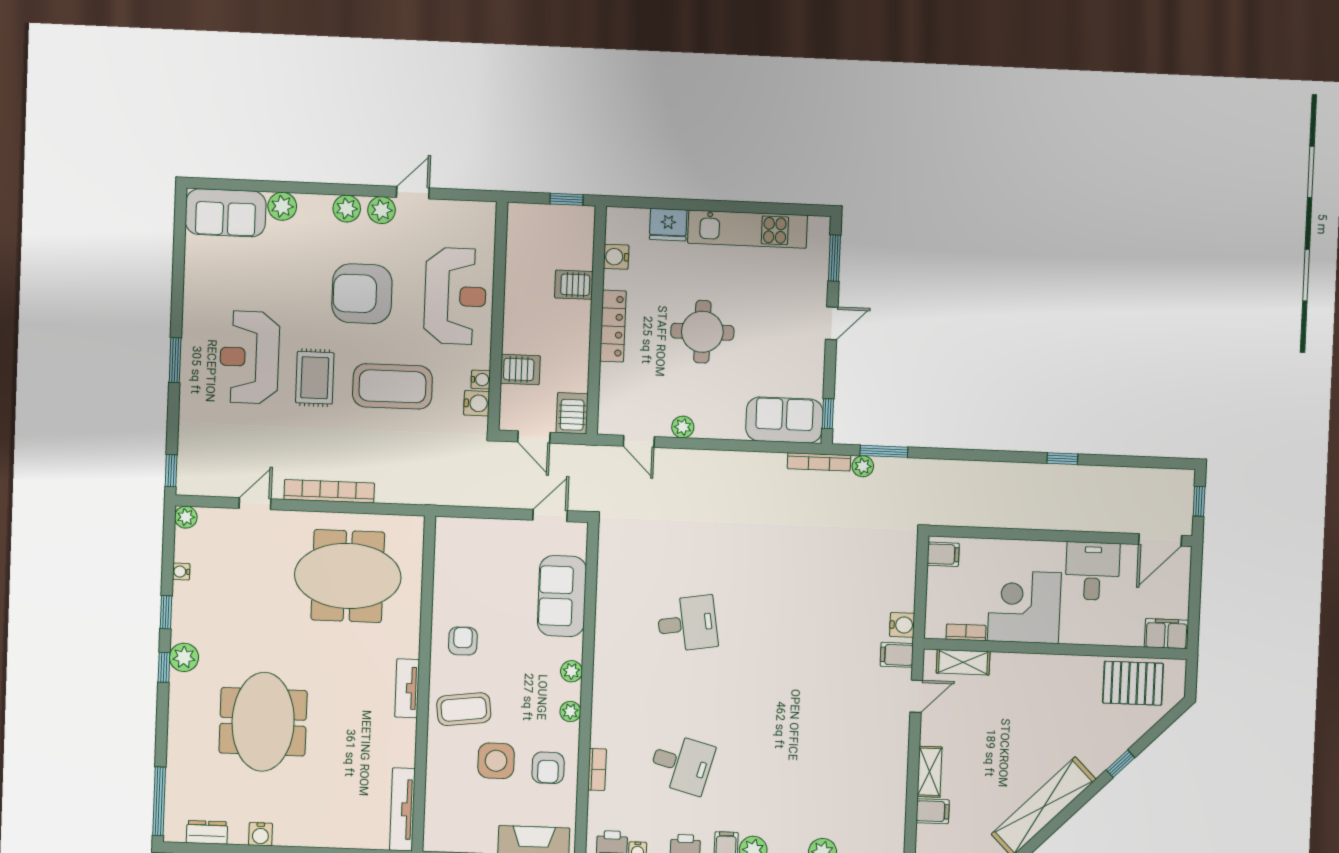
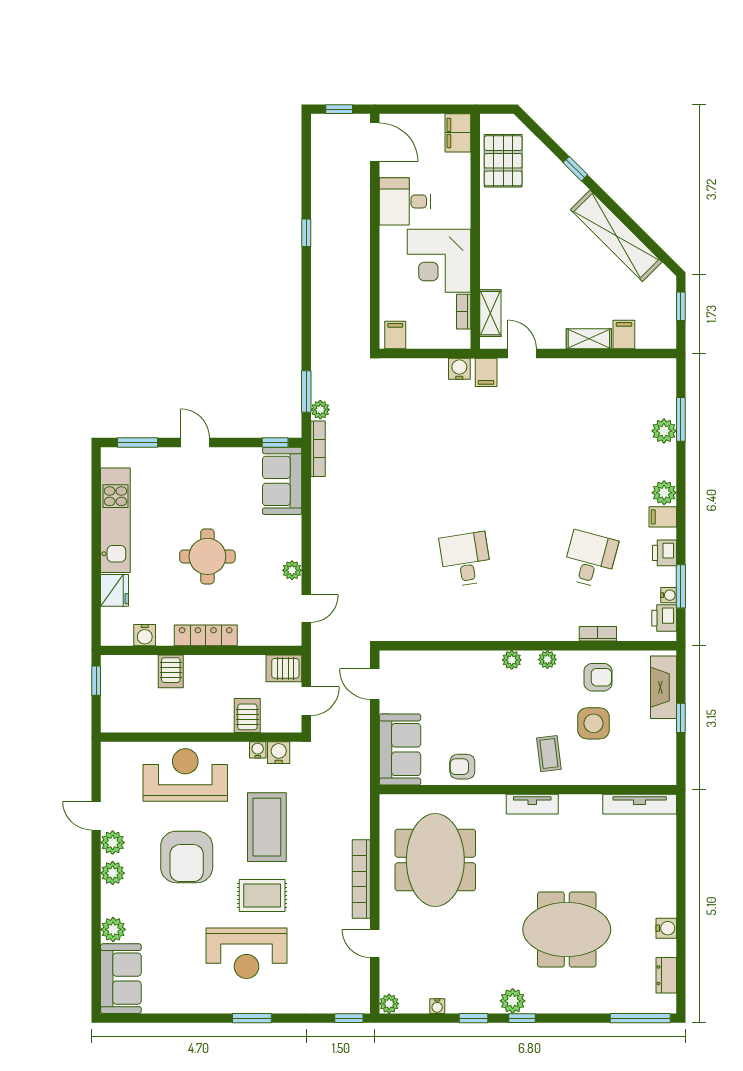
sofa: (562, 596) -> (400, 750), moved, turned -90
armchair: (463, 641) -> (462, 767), moved
coffee table: (464, 709) -> (549, 754), width x0.73, depth x0.77

